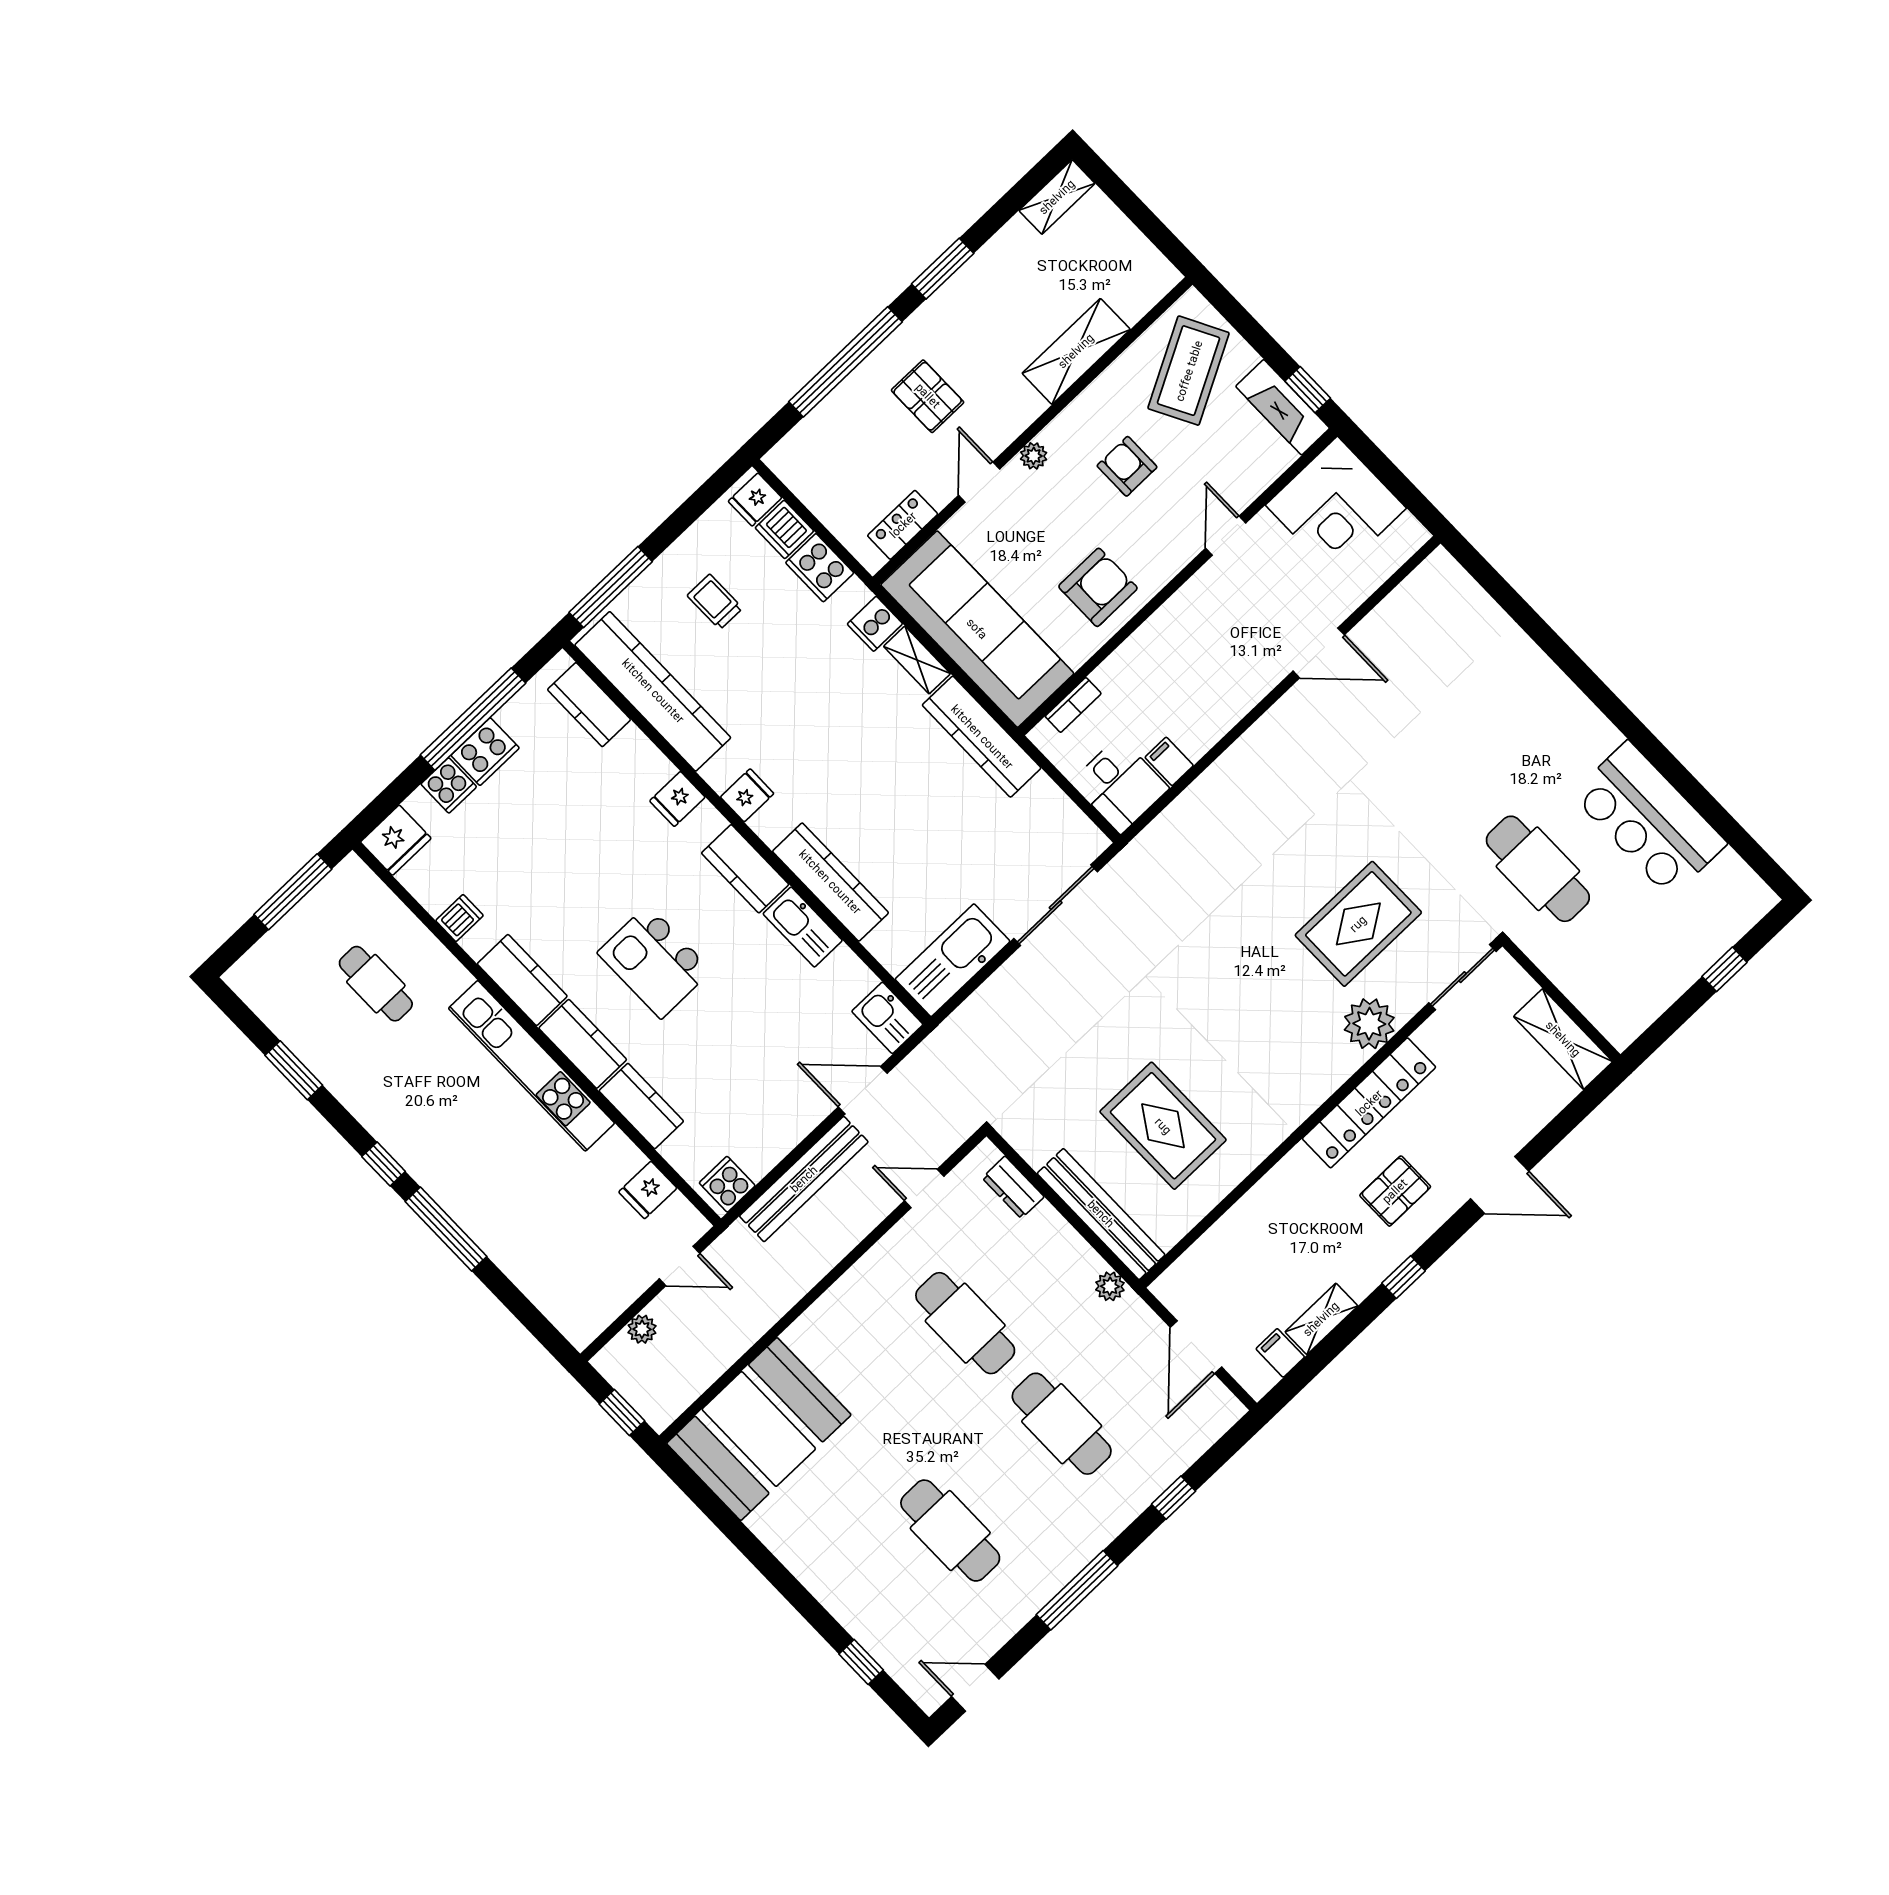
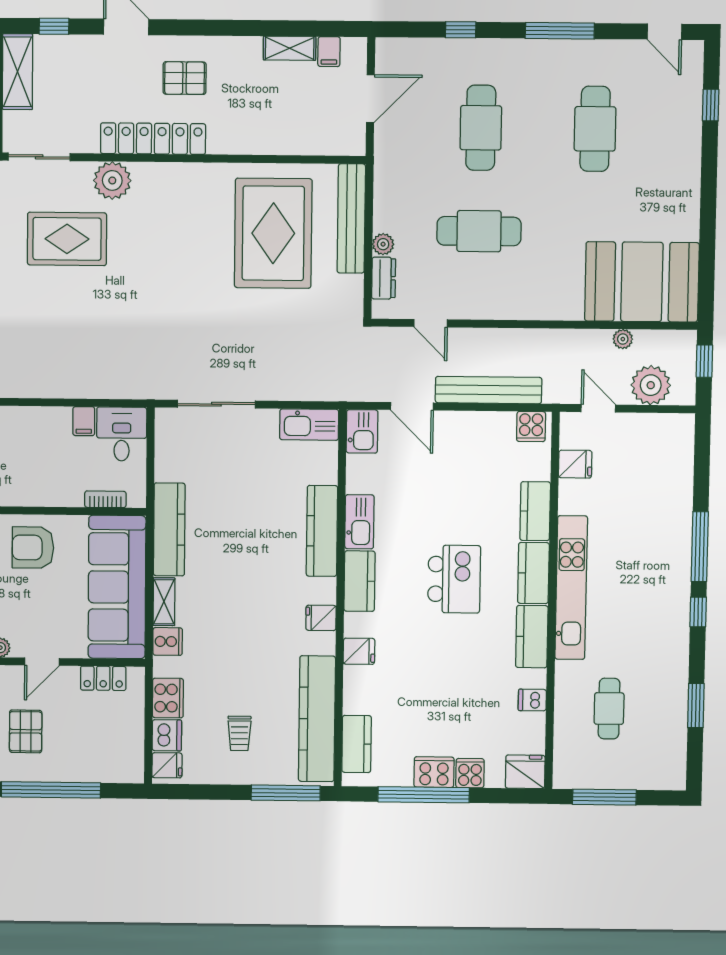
kitchen sink: (953, 960) -> (309, 425), width x0.73, depth x0.81
rug: (1163, 1126) -> (273, 233), width x1.37, depth x1.44
window: (1404, 1277) -> (54, 26), moved
plant: (1110, 1286) -> (383, 244), moved
cafe table: (965, 1323) -> (479, 231), turned 90
plant: (642, 1329) -> (651, 385), width x1.88, depth x1.88
plant: (722, 1356) -> (623, 339), added

